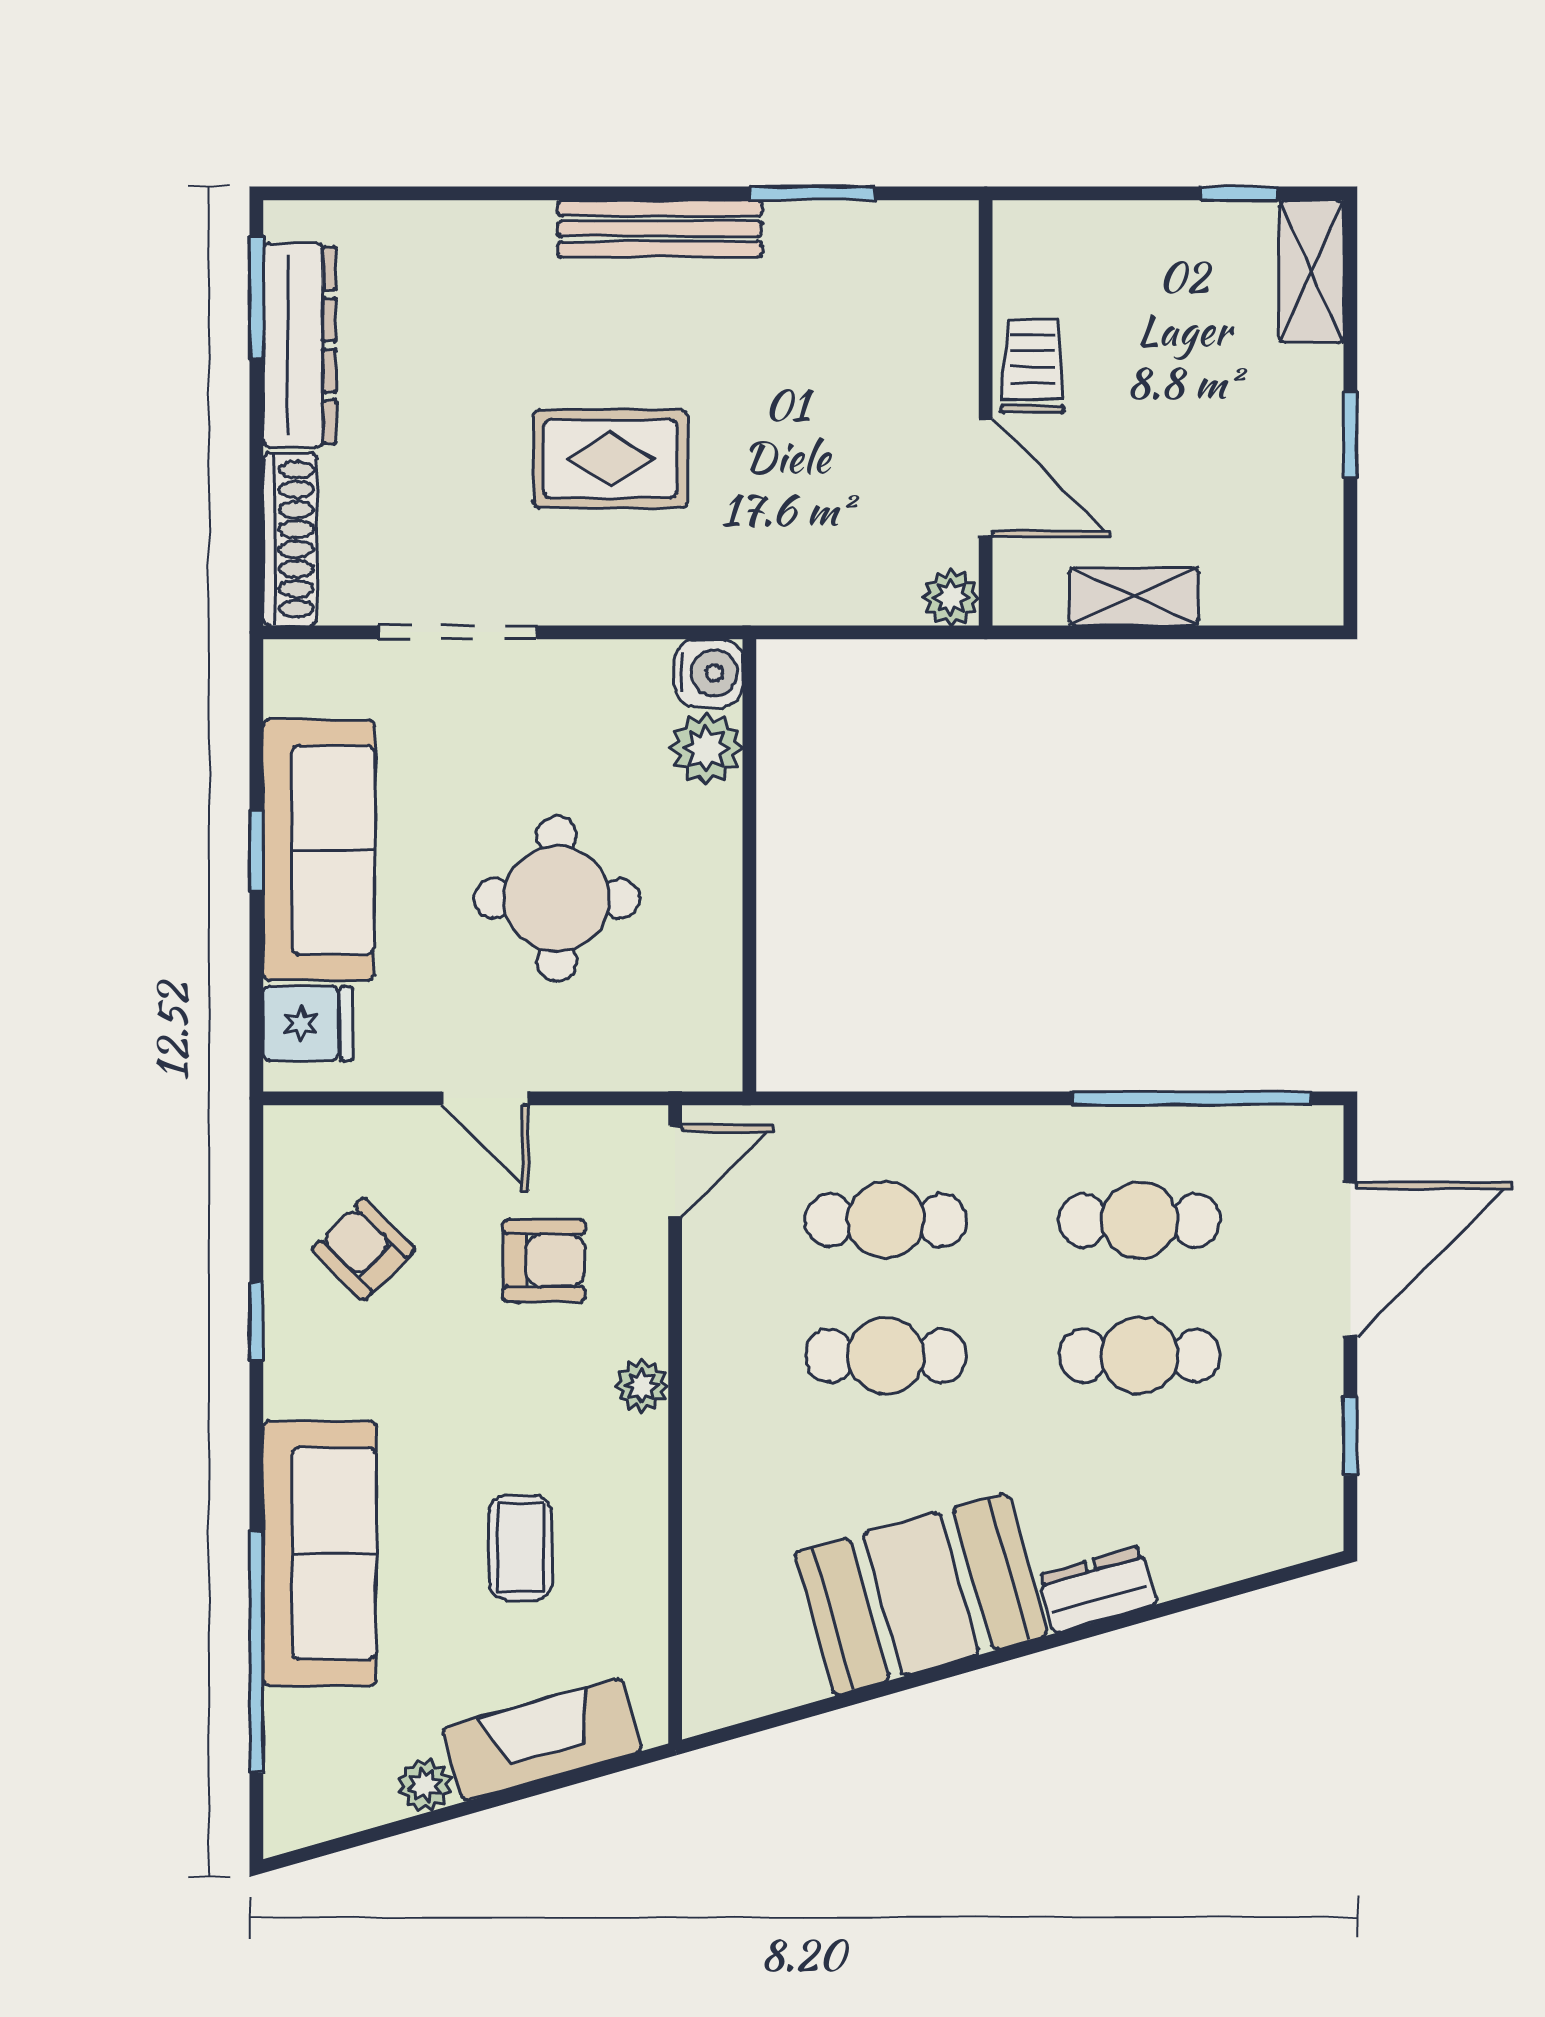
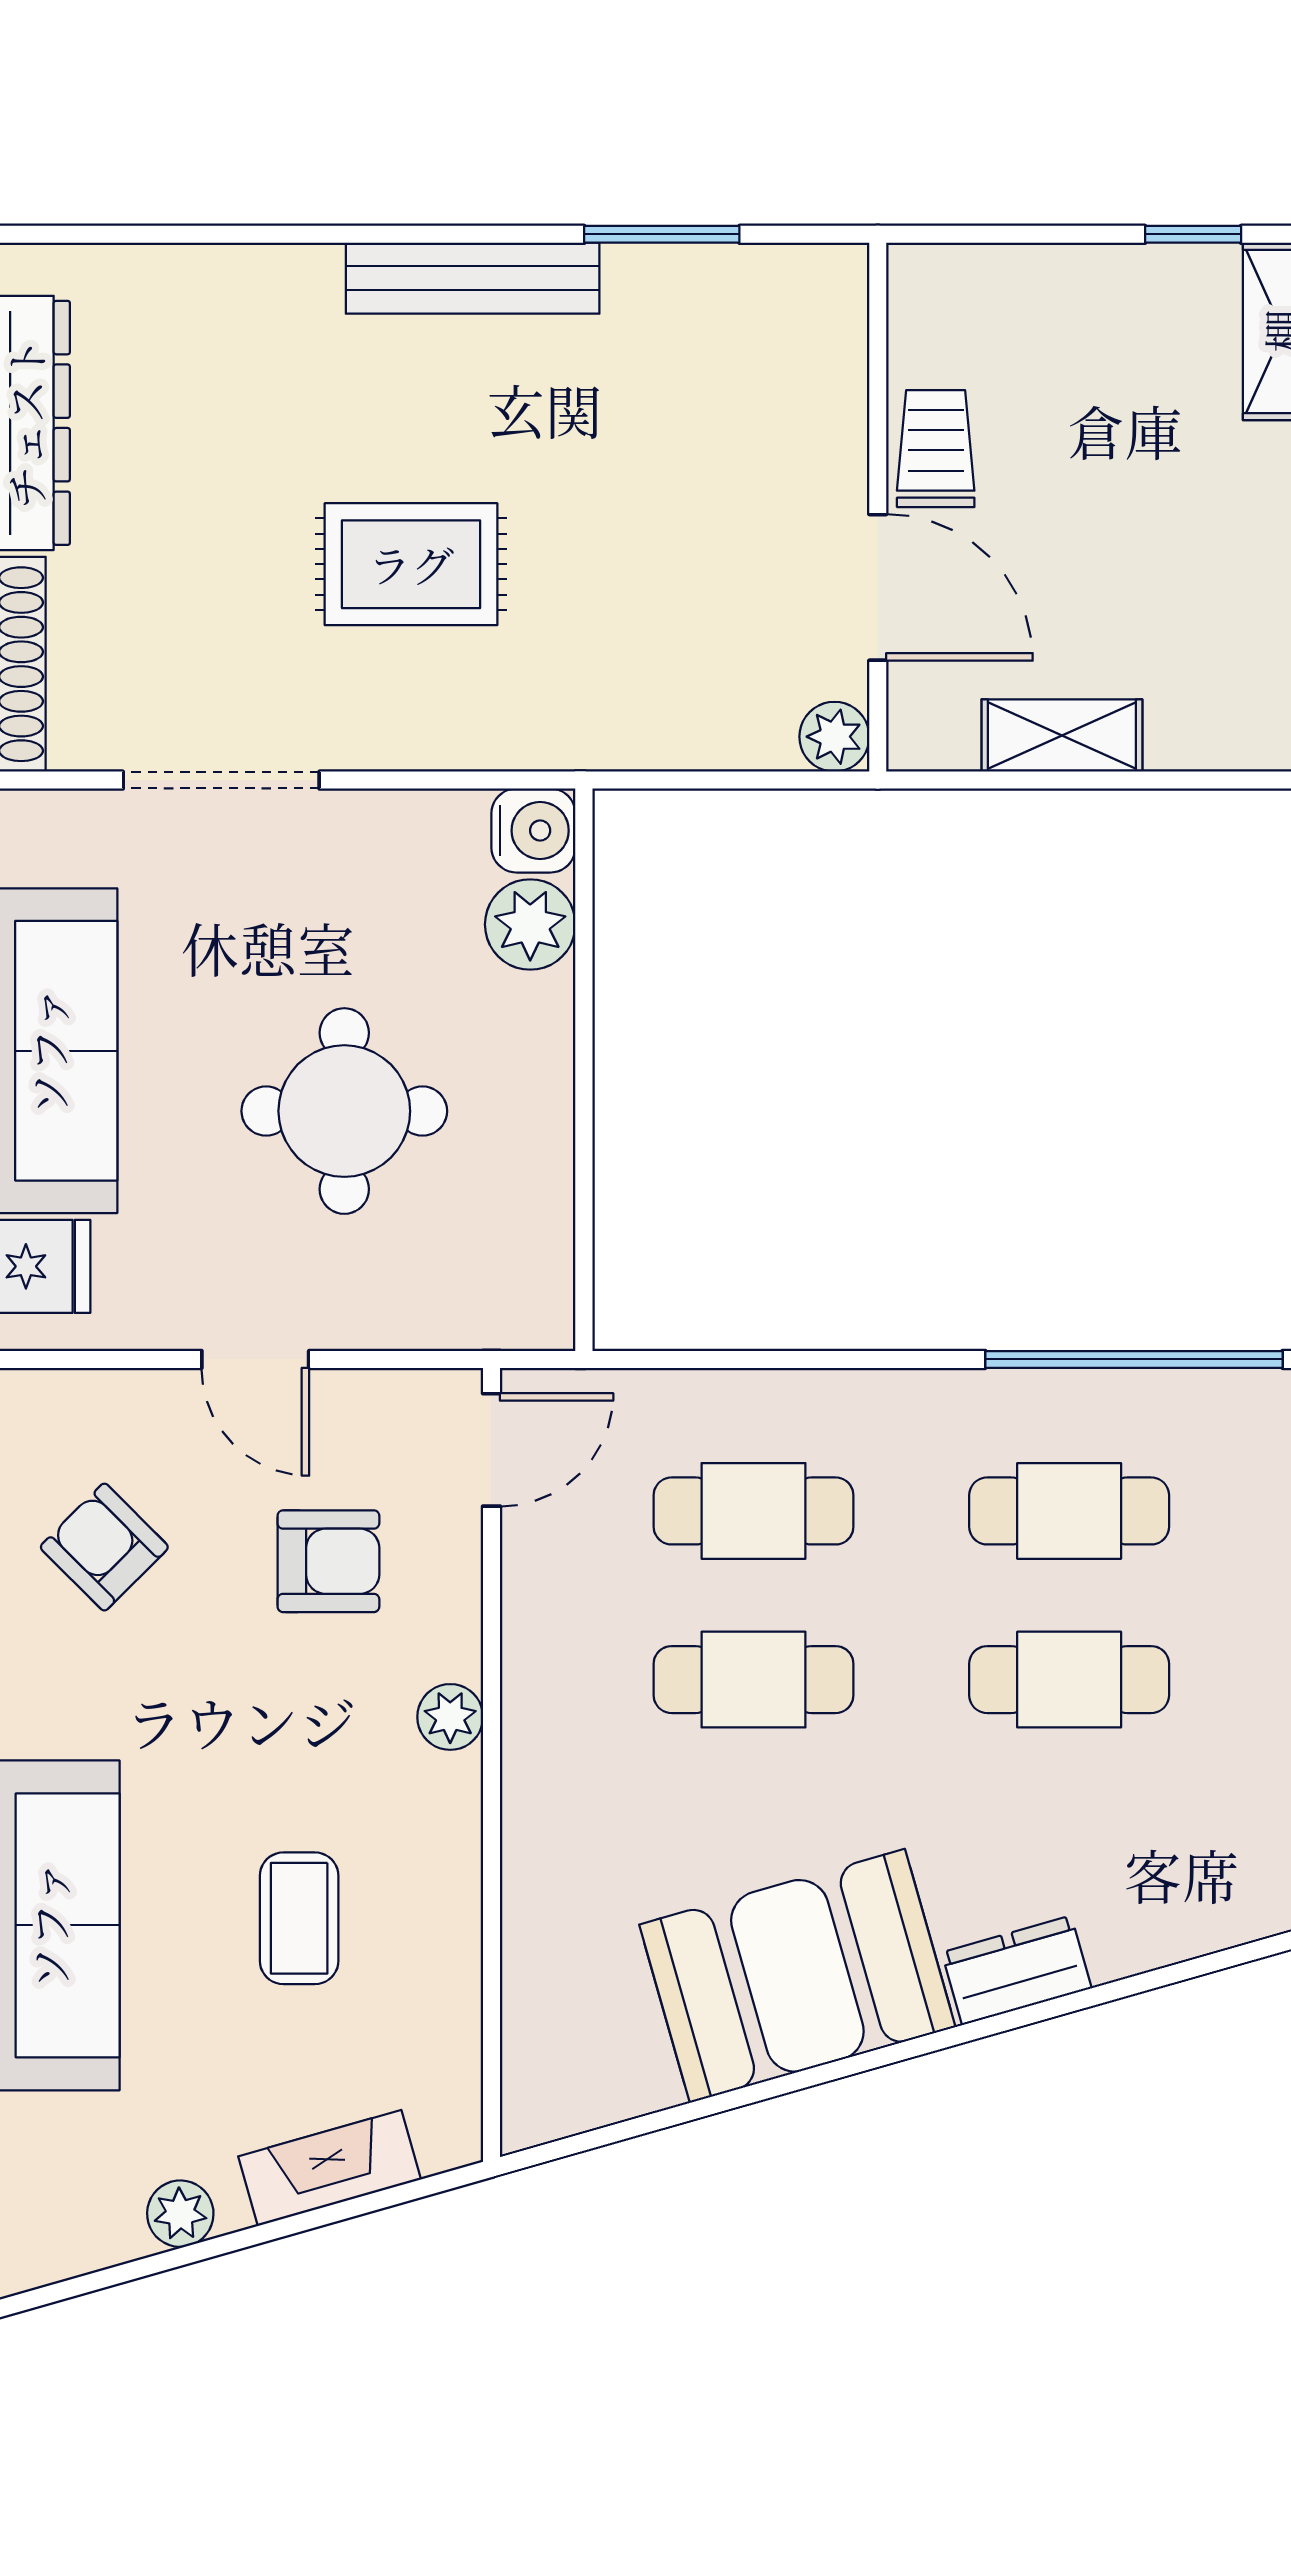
fireplace: (542, 1739) -> (330, 2168), width x0.73, depth x0.76

